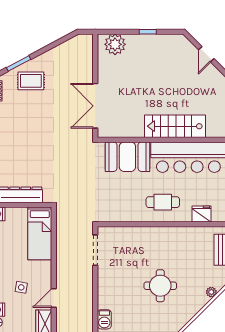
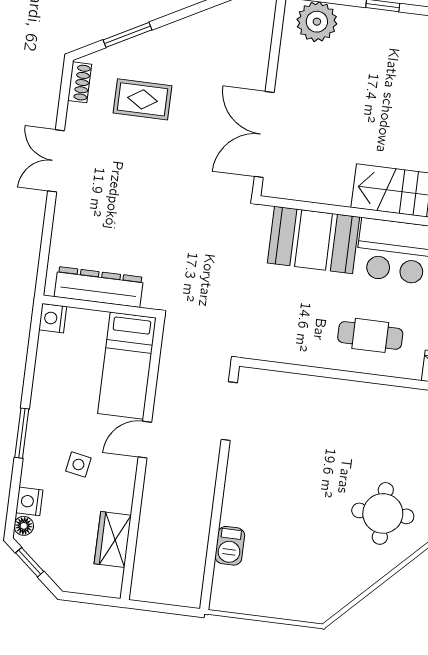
rug: (31, 81) -> (142, 99), moved
round table: (160, 286) -> (383, 513), moved
door: (54, 298) -> (145, 440), moved

